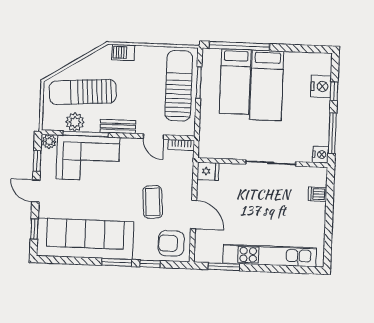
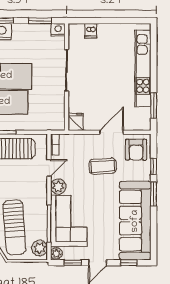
plant: (75, 122) -> (40, 248), moved
bench: (118, 127) -> (42, 197), removed
window: (332, 133) -> (40, 21), width x0.69
plant: (130, 147) -> (58, 187), added

